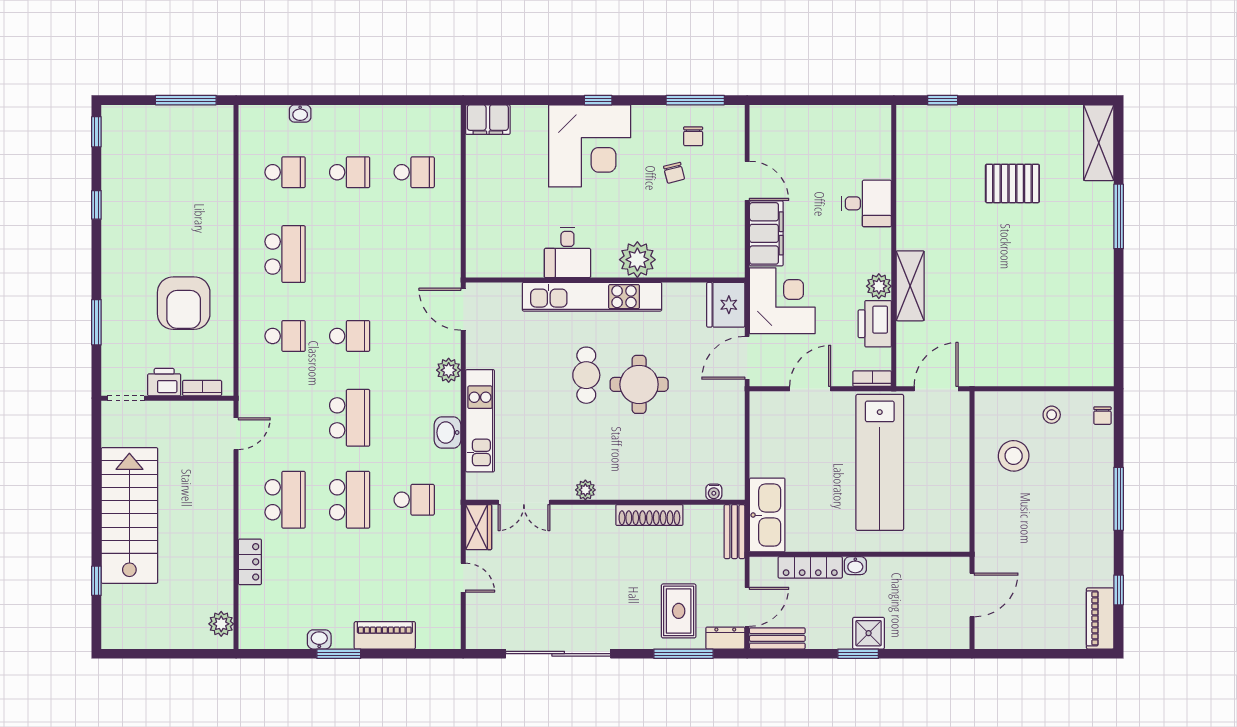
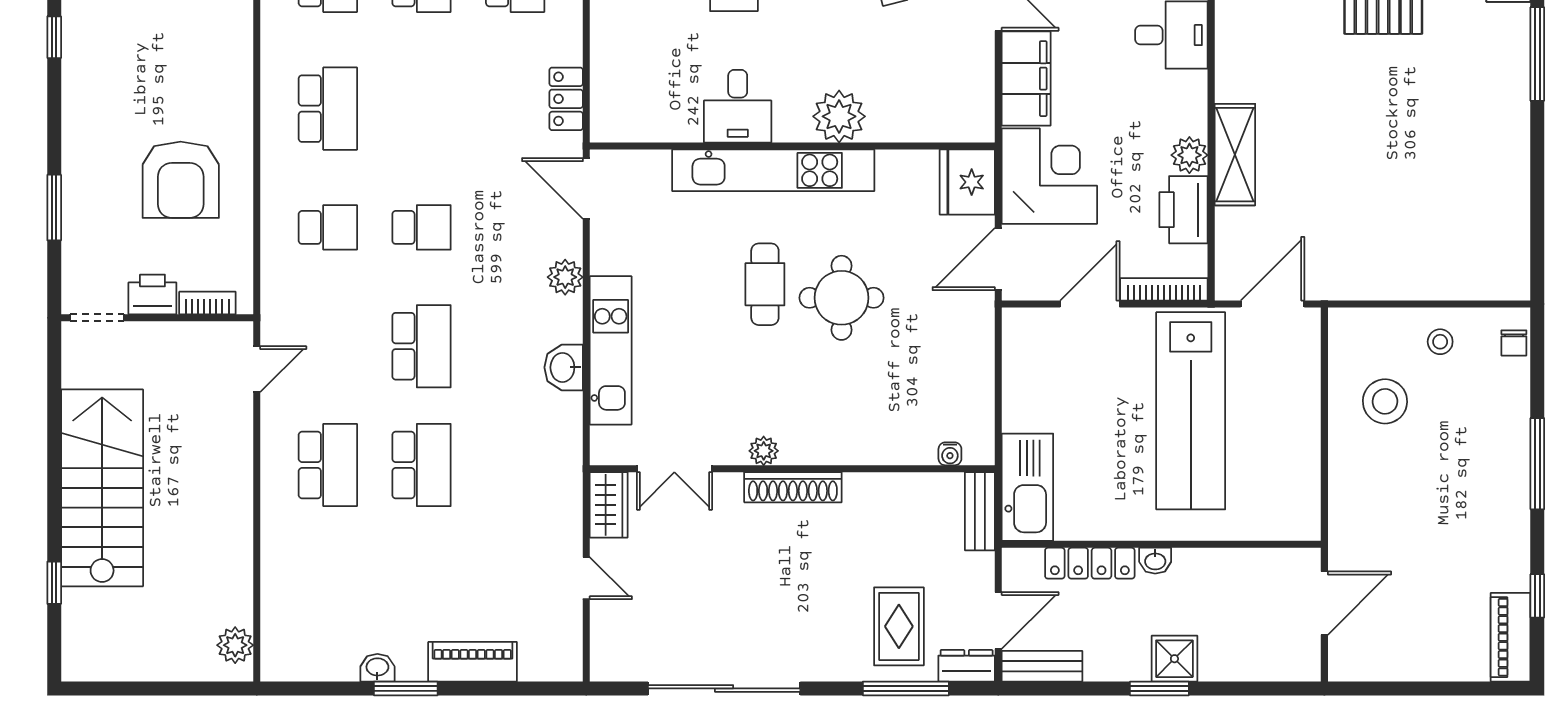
bookcase: (872, 379) -> (1164, 289), width x1.56
school desk: (414, 500) -> (515, 465), removed
shoe rack: (649, 515) -> (793, 487), moved
locker: (250, 562) -> (566, 99), moved, turned 180

